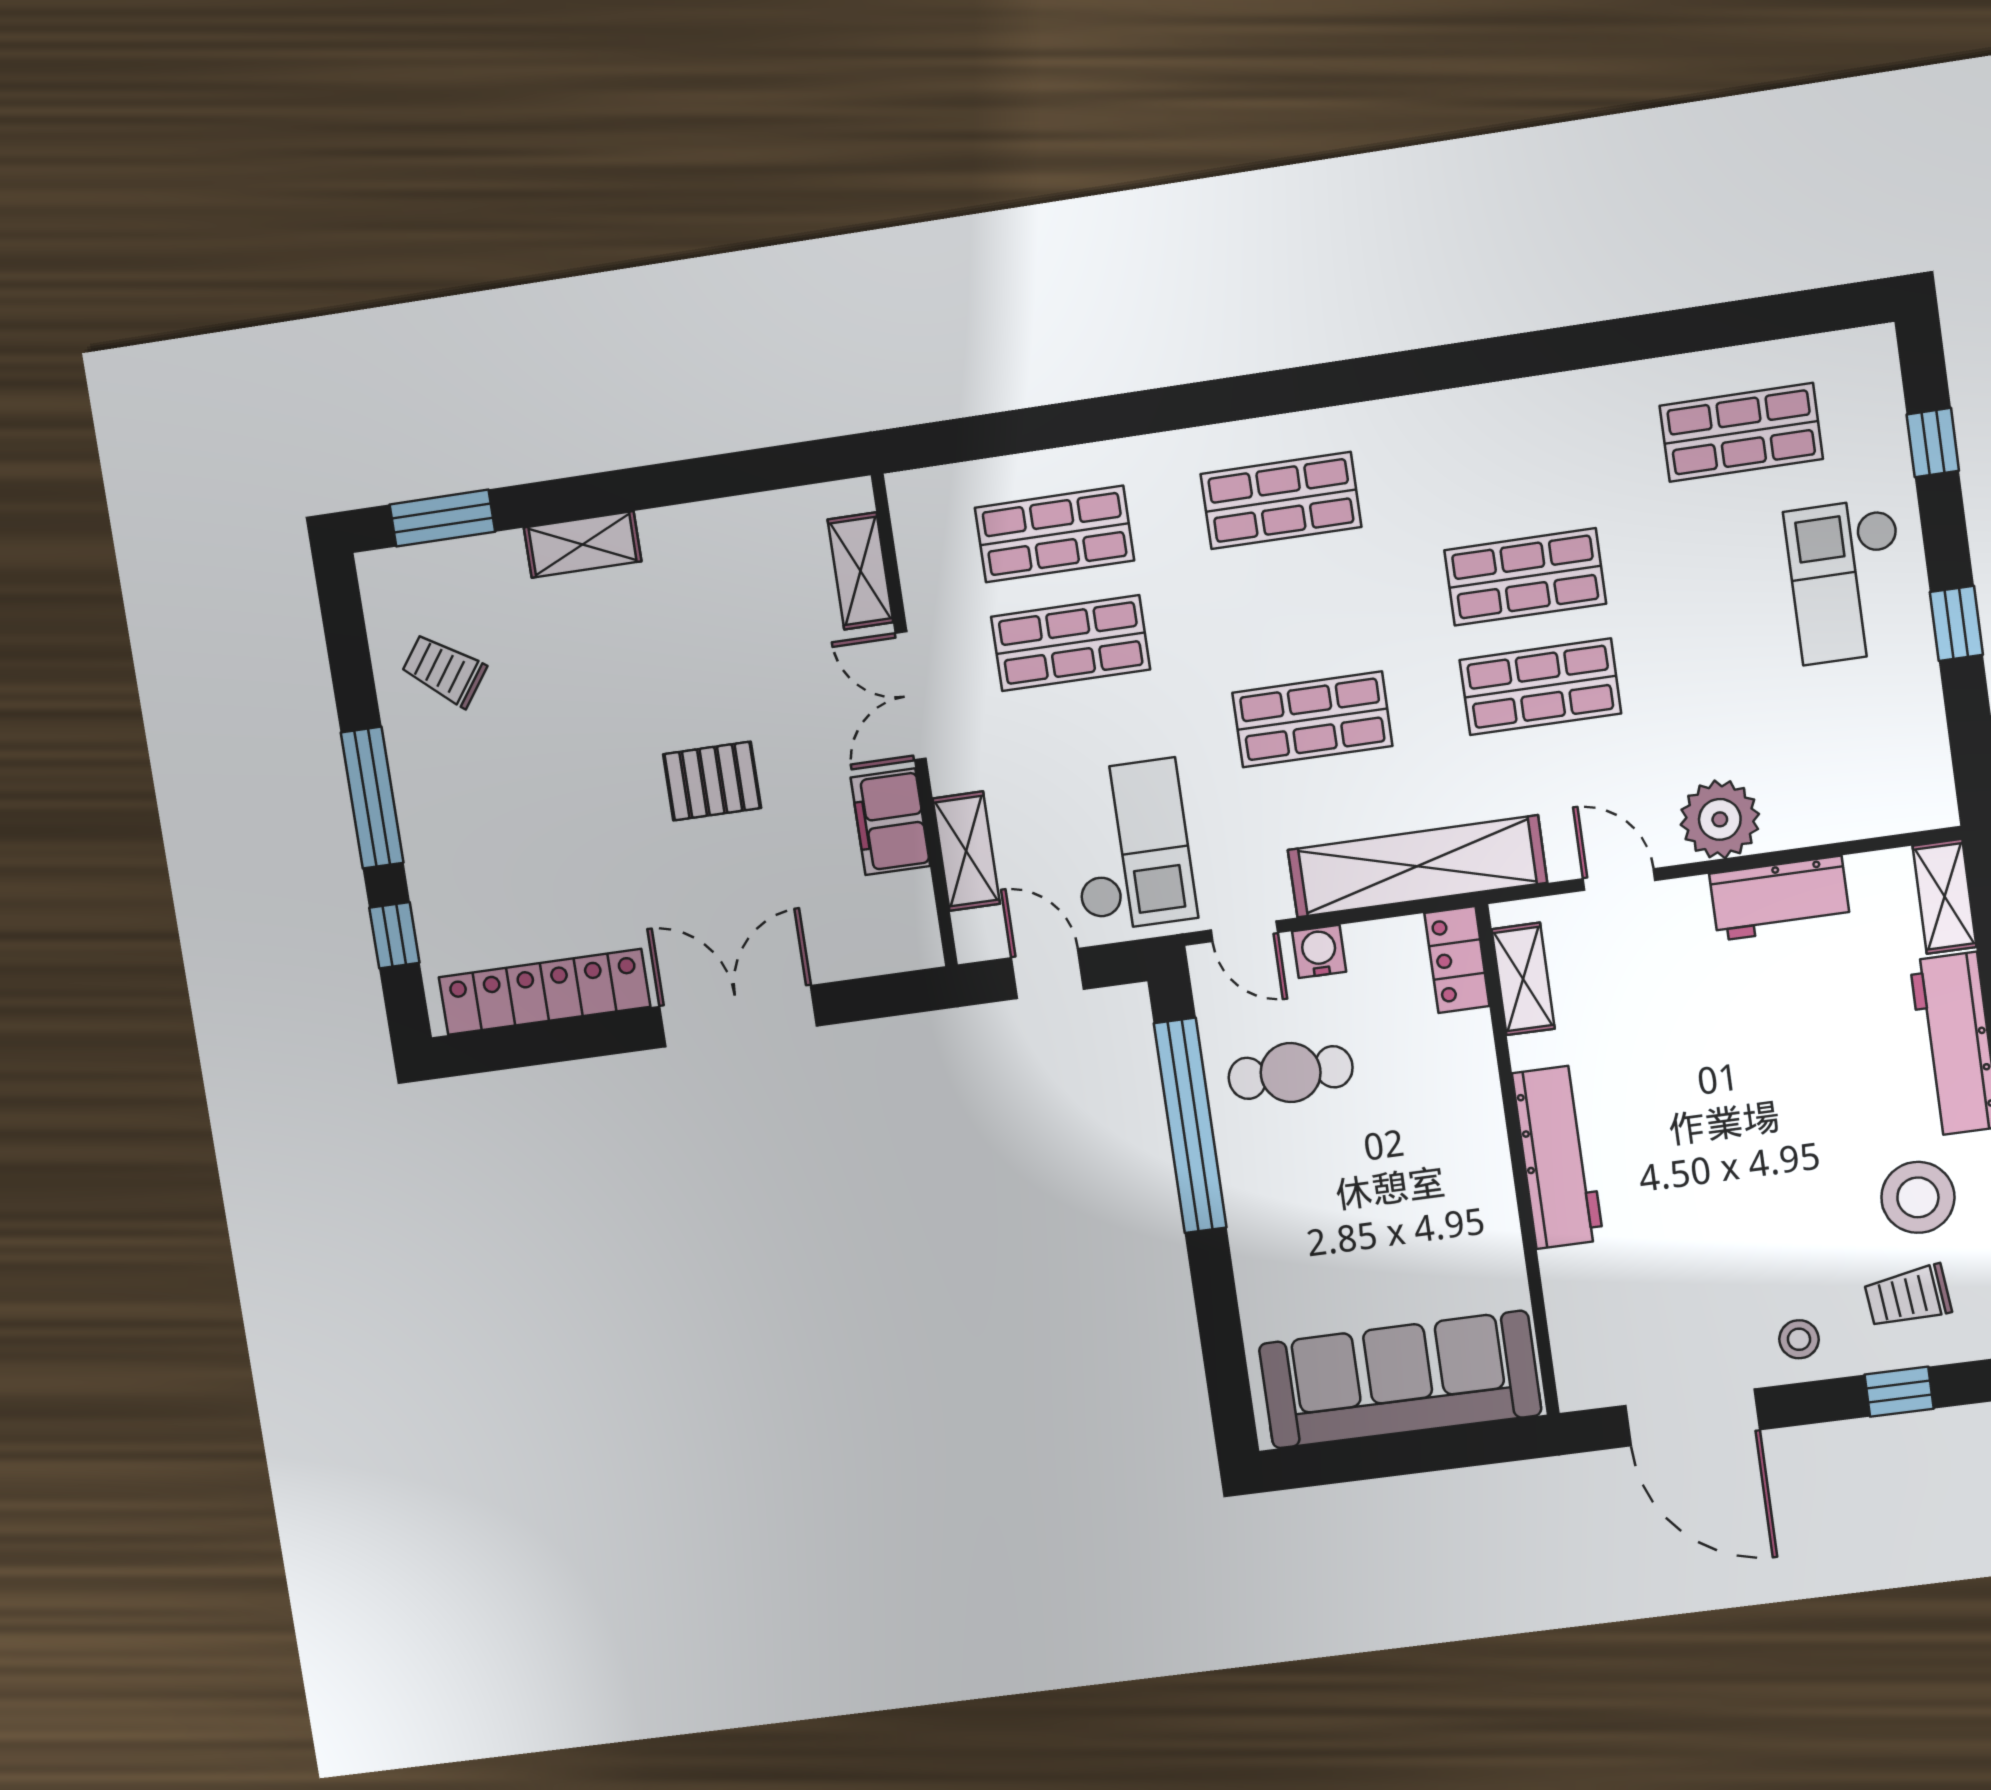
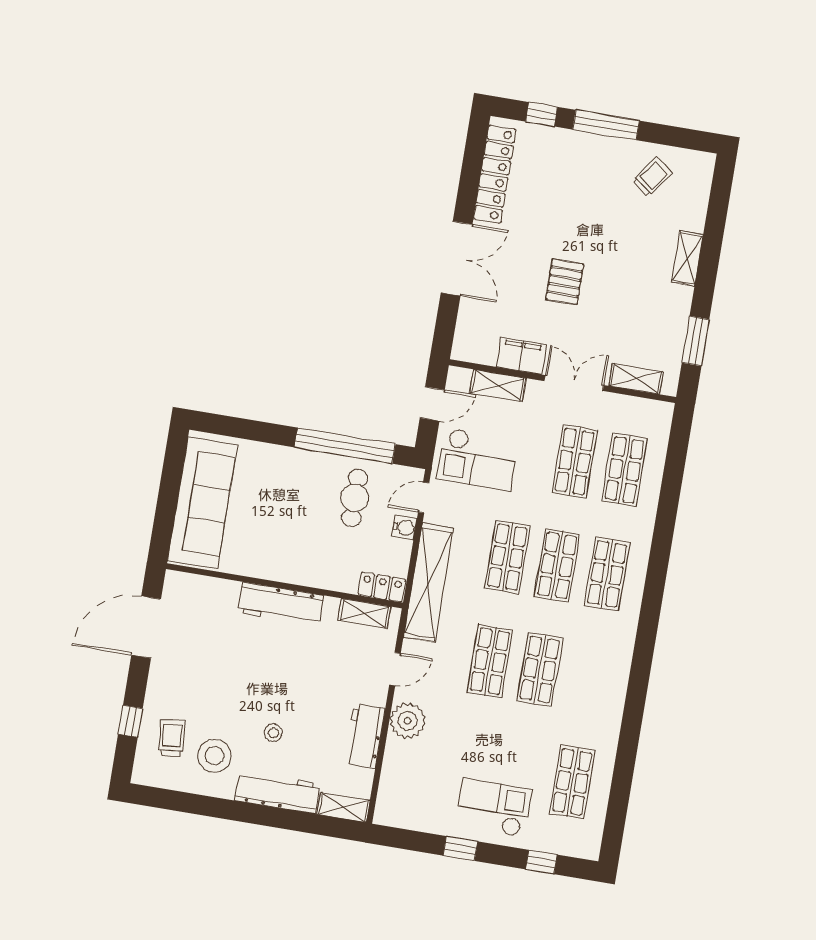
window: (442, 518) -> (696, 341), moved
shop shelf: (1297, 610) -> (557, 565), added
stool: (1799, 1339) -> (273, 733), moved

